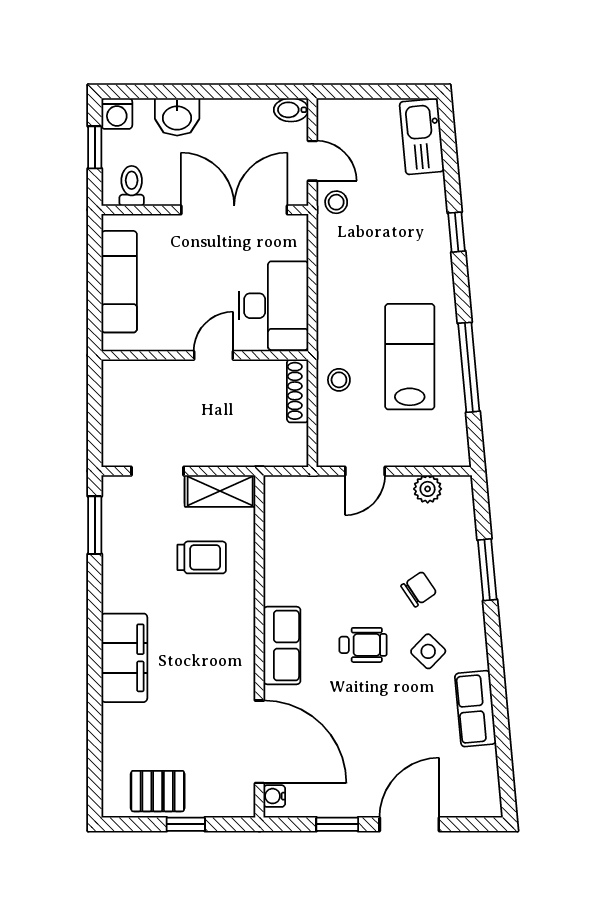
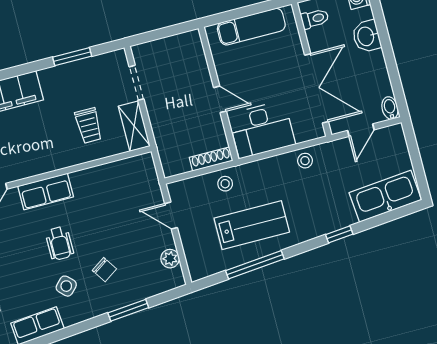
kitchen sink: (422, 137) -> (385, 196), width x1.36, depth x1.24
stool: (336, 202) -> (305, 161), moved
window: (95, 525) -> (72, 57), moved

